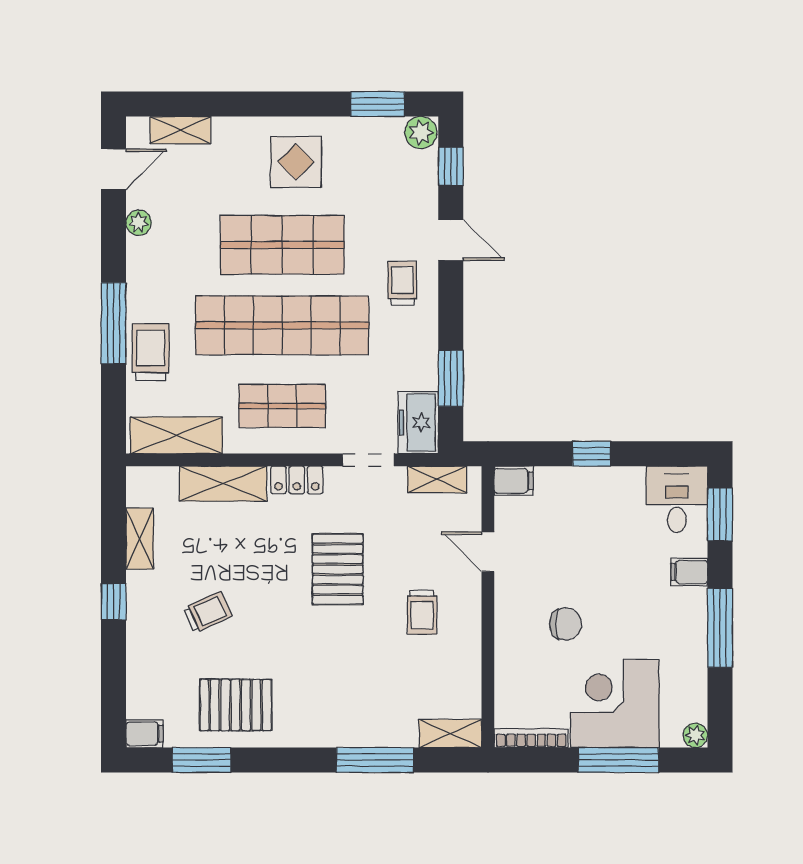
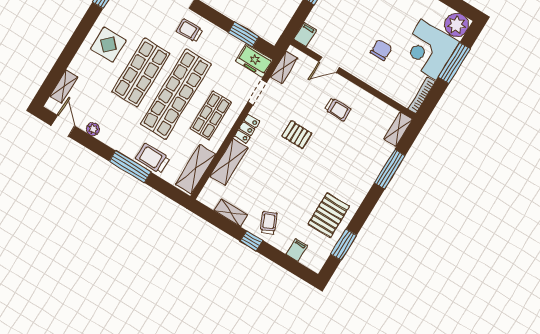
pallet: (338, 569) -> (297, 135), width x0.67, depth x0.71
trolley: (208, 612) -> (269, 223), moved
filing cabinet: (145, 734) -> (297, 250), moved
plant: (695, 735) -> (456, 25), width x1.87, depth x1.87

